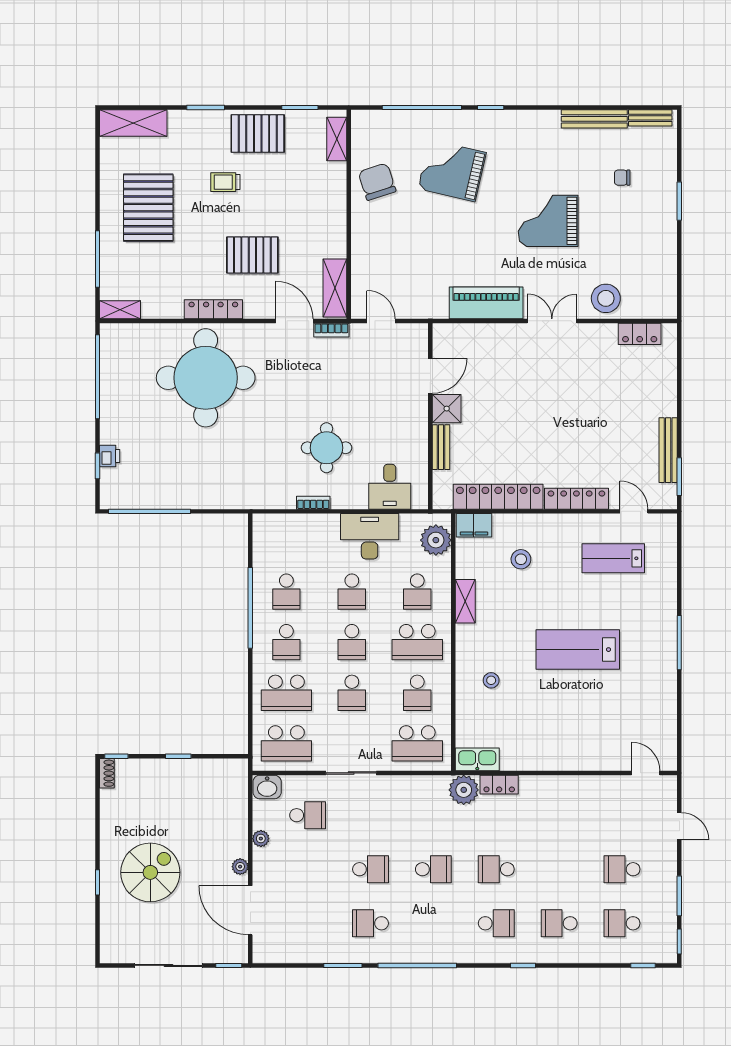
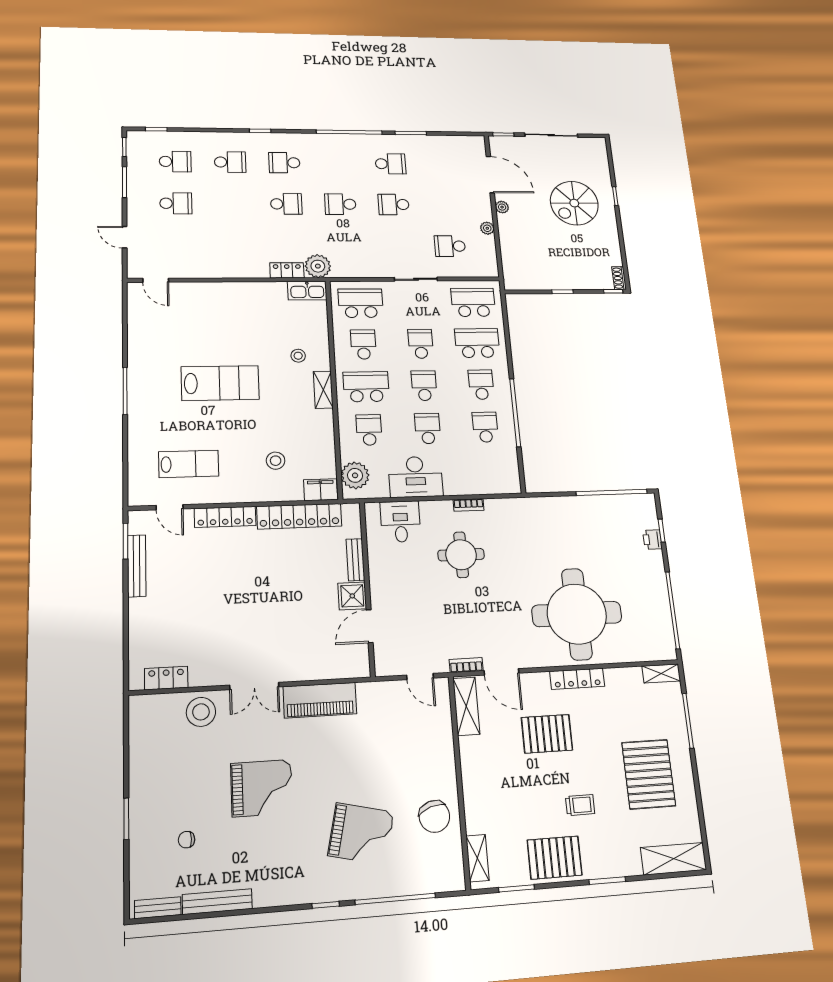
chair: (622, 178) -> (187, 840), turned 180
shelving: (465, 601) -> (323, 390), moved
washbasin: (267, 787) -> (486, 268), removed

